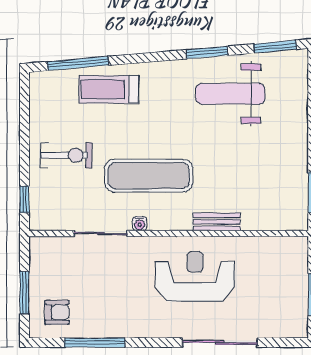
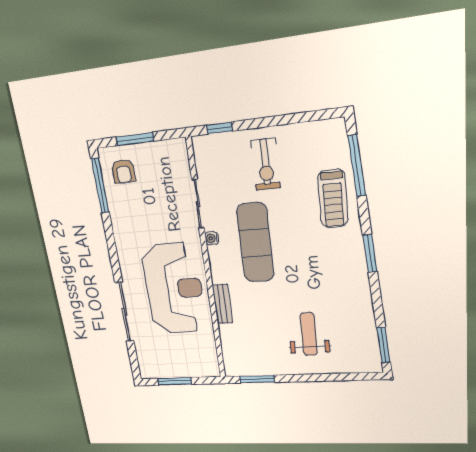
window: (207, 52) -> (370, 253), moved
treadmill: (109, 89) -> (333, 199), turned 180
weight bench: (230, 94) -> (309, 334), moved, width x0.73, depth x0.75
reception desk: (195, 276) -> (174, 289), width x1.36, depth x1.30
window: (95, 343) -> (100, 186), moved

